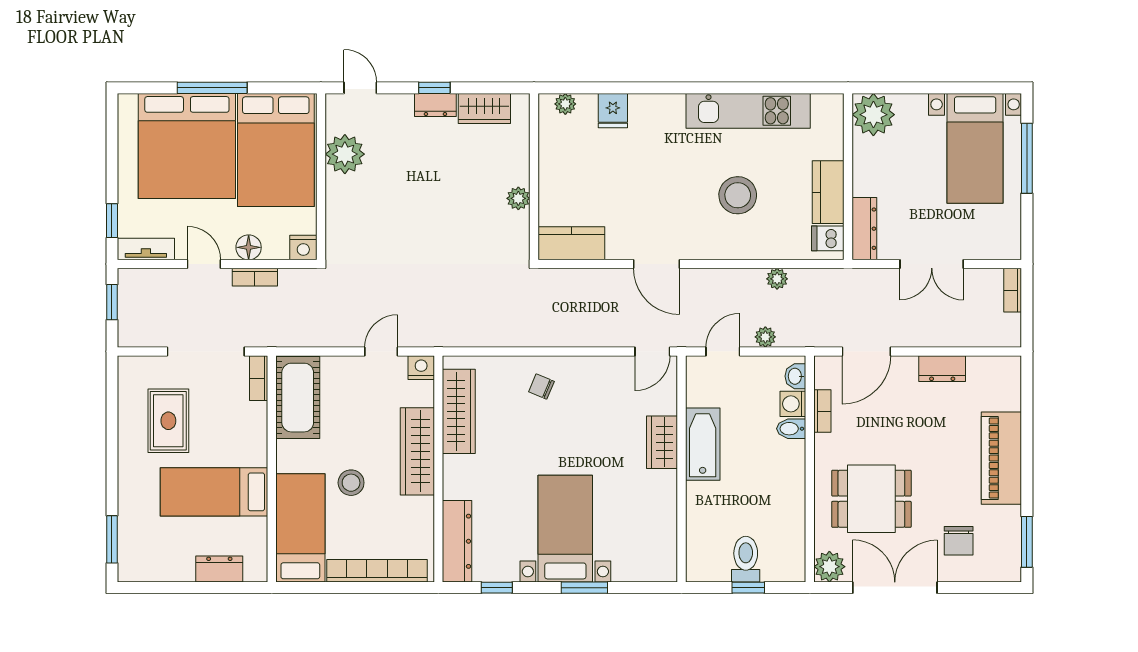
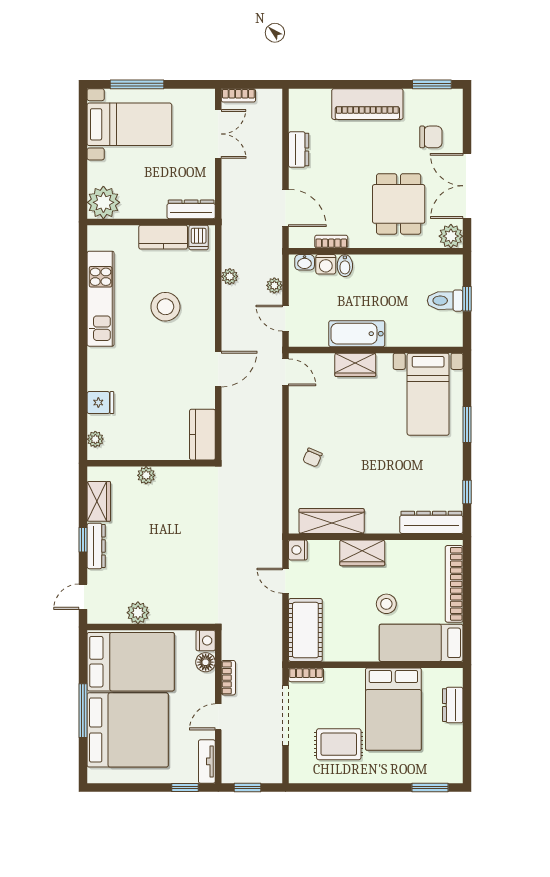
dresser: (435, 105) -> (96, 546), width x1.44
plant: (345, 154) -> (138, 613), width x0.73, depth x0.73
plant: (518, 198) -> (146, 475), moved
floor lamp: (249, 247) -> (206, 662), moved
double door: (932, 264) -> (218, 134), moved
cot: (298, 398) -> (305, 630), moved, turned 90
wardrobe: (417, 451) -> (362, 553), width x0.67
bed: (214, 492) -> (393, 709), width x1.50
bed with nightstands: (565, 529) -> (428, 394), moved, turned -90

